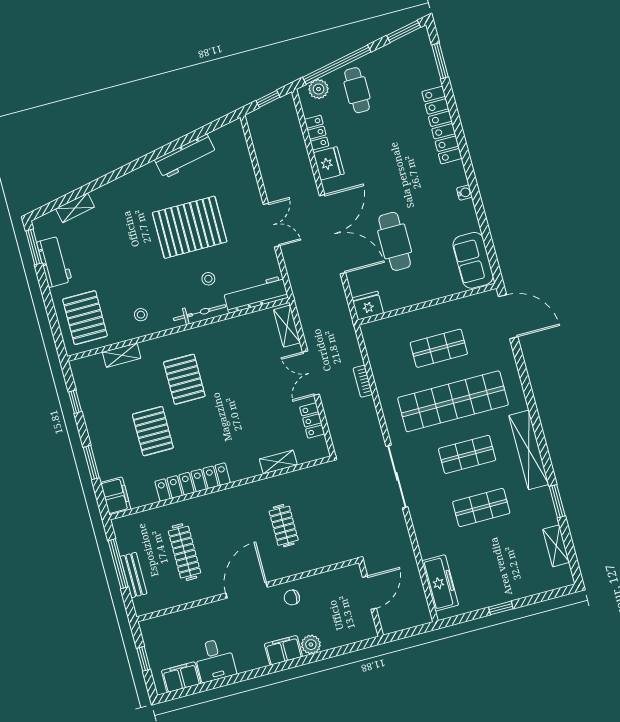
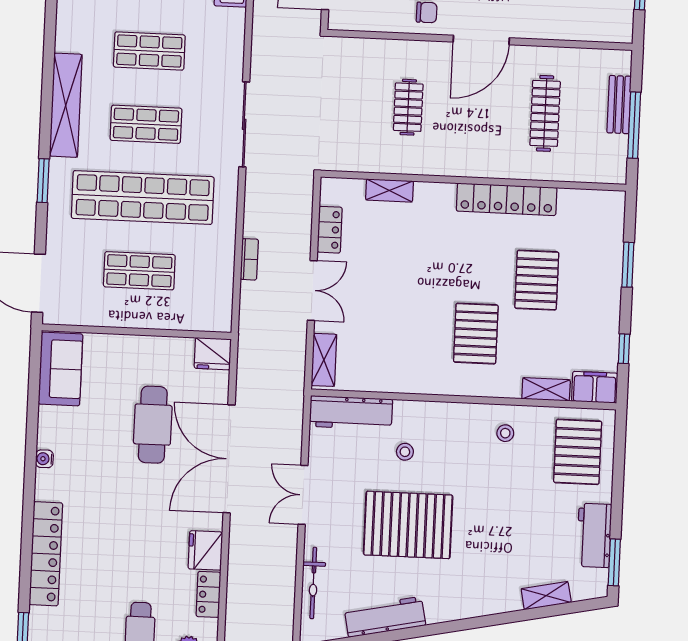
bicycle: (199, 313) -> (313, 583), moved, turned -90
filing cabinet: (116, 496) -> (595, 387), moved, turned 90
window: (557, 501) -> (43, 181), moved

